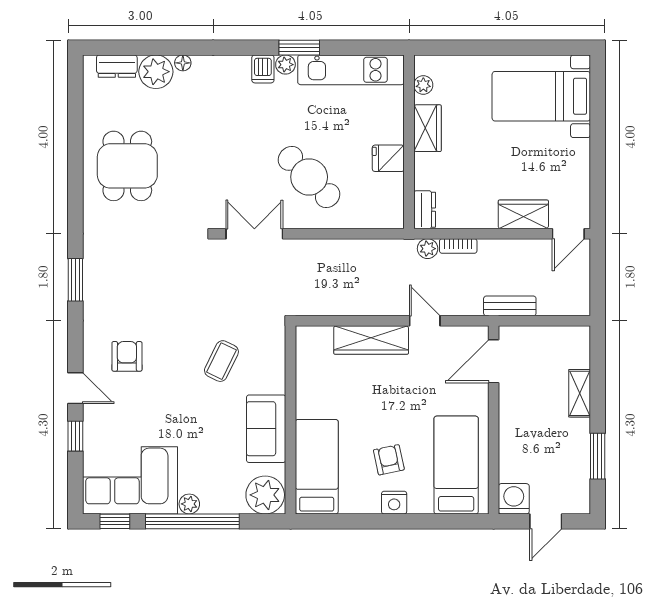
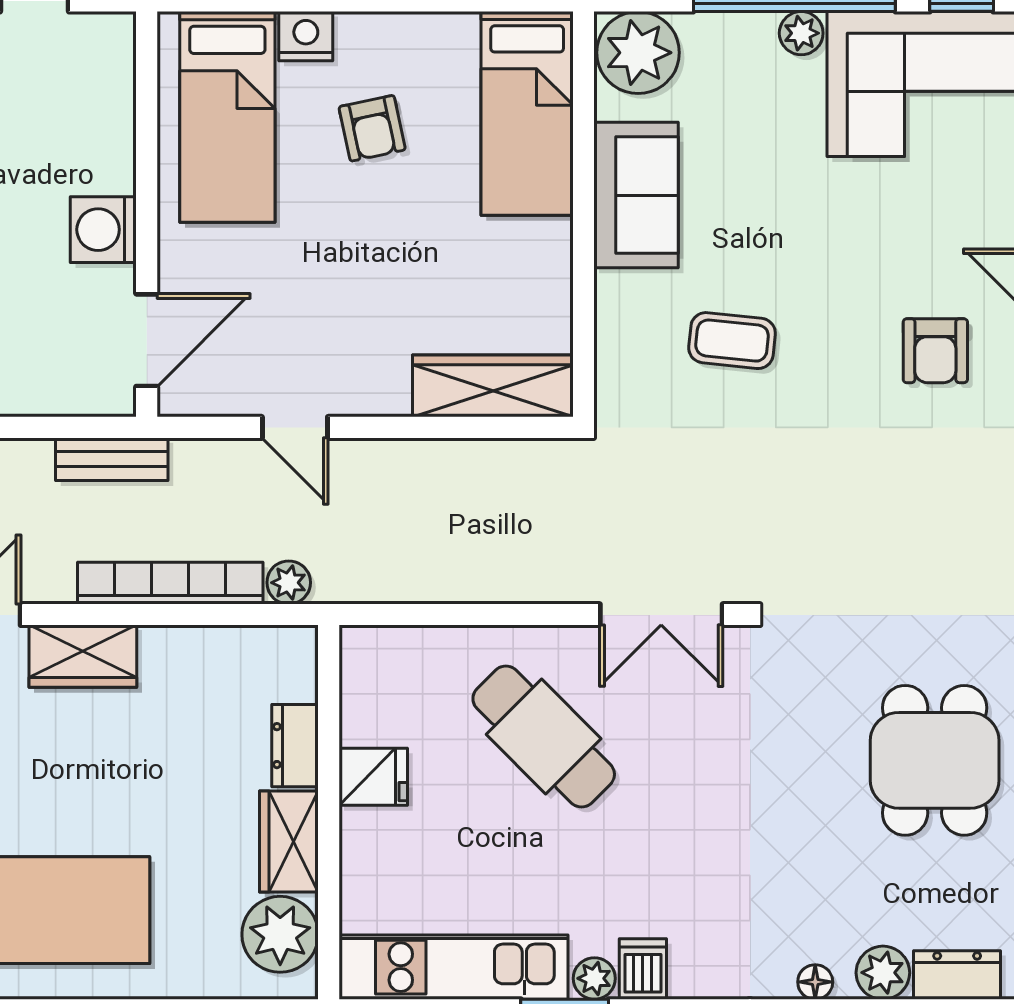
plant: (156, 72) -> (883, 973), width x0.73, depth x0.73
plant: (423, 85) -> (280, 934), width x1.88, depth x1.88
dresser: (425, 210) -> (295, 746), moved
bookcase: (458, 246) -> (170, 583), width x2.31, depth x1.31
wardrobe: (371, 340) -> (493, 386), moved
coffee table: (221, 361) -> (732, 341), turned 70
washing machine: (514, 499) -> (103, 230), moved, turned 90
nightstand: (394, 503) -> (306, 36), moved

